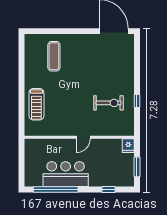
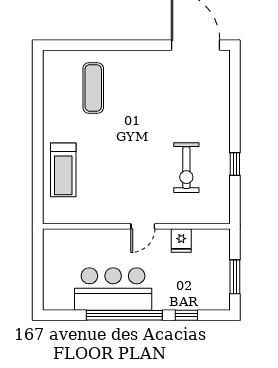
exercise bike: (109, 103) -> (186, 168), turned 90
fridge: (128, 146) -> (181, 241), moved
window: (56, 189) -> (124, 315), moved

